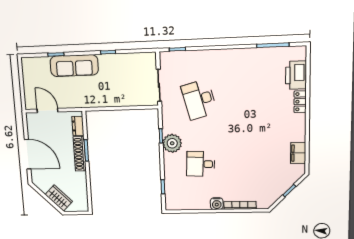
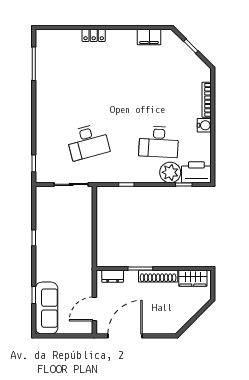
sofa: (74, 66) -> (47, 308), moved
printer: (296, 75) -> (196, 172), moved, turned 180
plant: (172, 143) -> (170, 172), moved
door: (28, 154) -> (125, 336), moved
shoe rack: (80, 154) -> (158, 276), moved
desk: (201, 164) -> (159, 142), width x1.37
wardrobe: (59, 198) -> (193, 278), moved, turned -135

